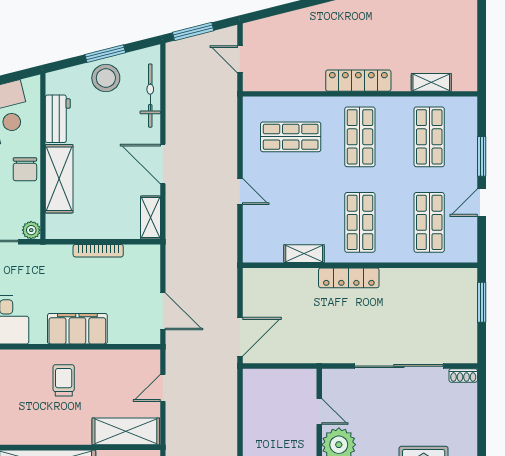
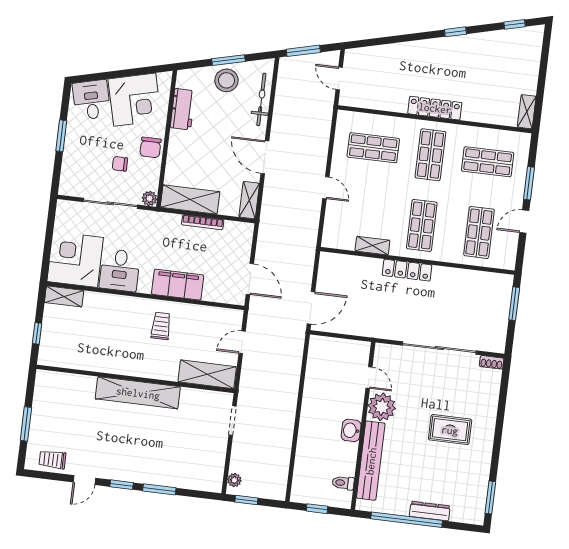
shelving: (431, 82) -> (527, 112), moved, turned 90
shop shelf: (429, 137) -> (488, 162), turned 90
shelving: (59, 179) -> (190, 200), moved, turned 90

